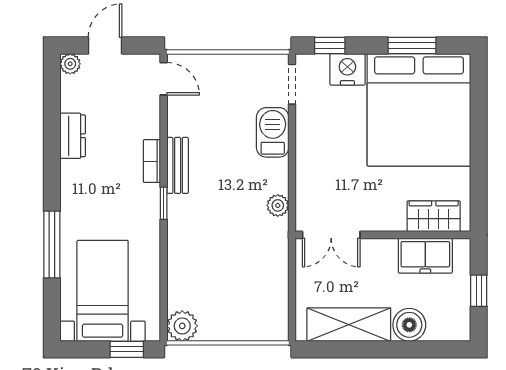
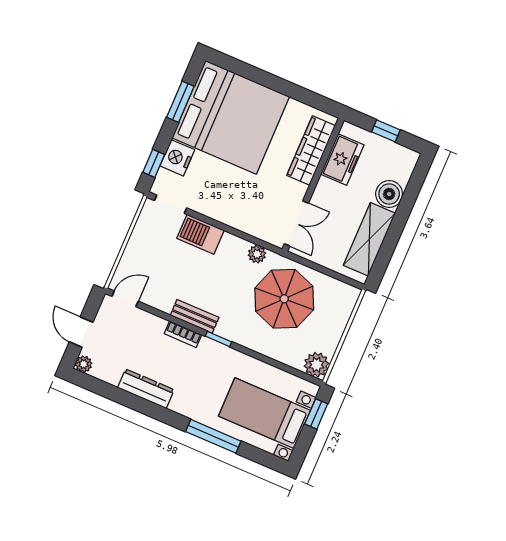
dresser: (73, 136) -> (146, 389), width x1.44
wardrobe: (434, 216) -> (311, 151), width x1.50
parasol: (241, 258) -> (284, 299), added

